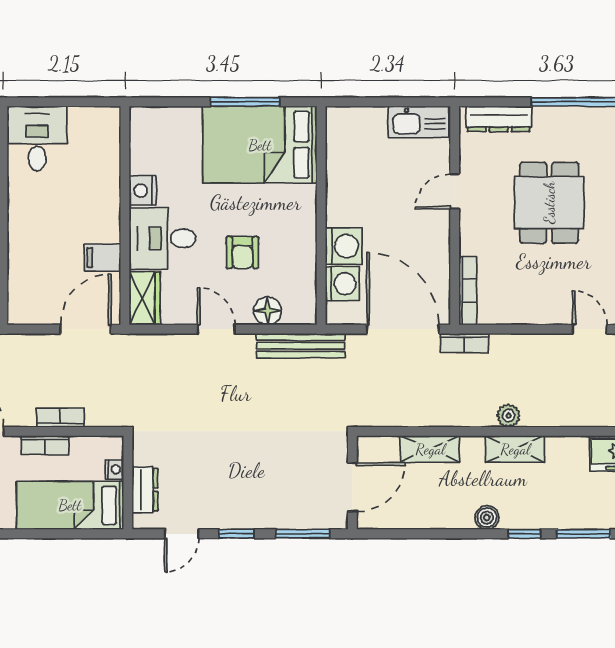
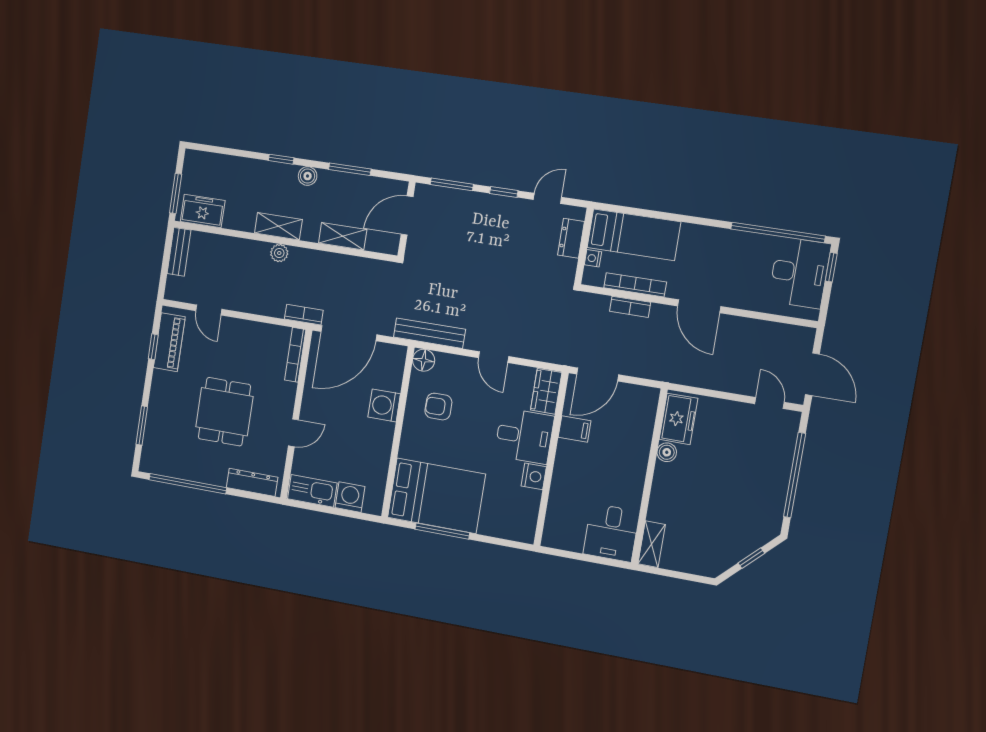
armchair: (242, 252) -> (438, 407), moved, turned -90
washing machine: (342, 284) -> (350, 497), moved, turned 90
floor lamp: (268, 311) -> (424, 360), moved
door: (403, 329) -> (349, 333), hinge flipped
bookcase: (45, 445) -> (635, 285), width x1.56
window: (584, 534) -> (350, 169), moved

